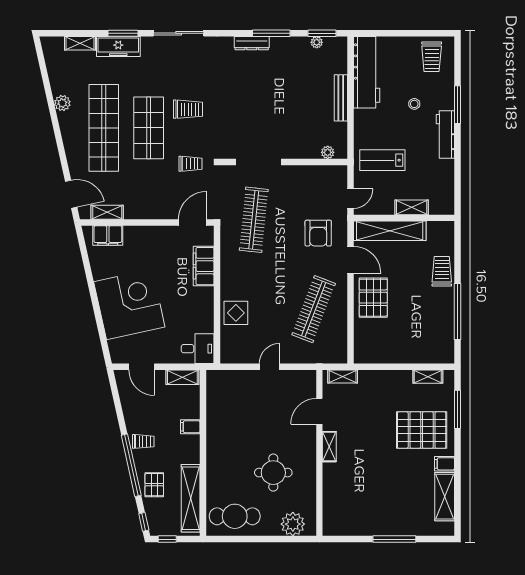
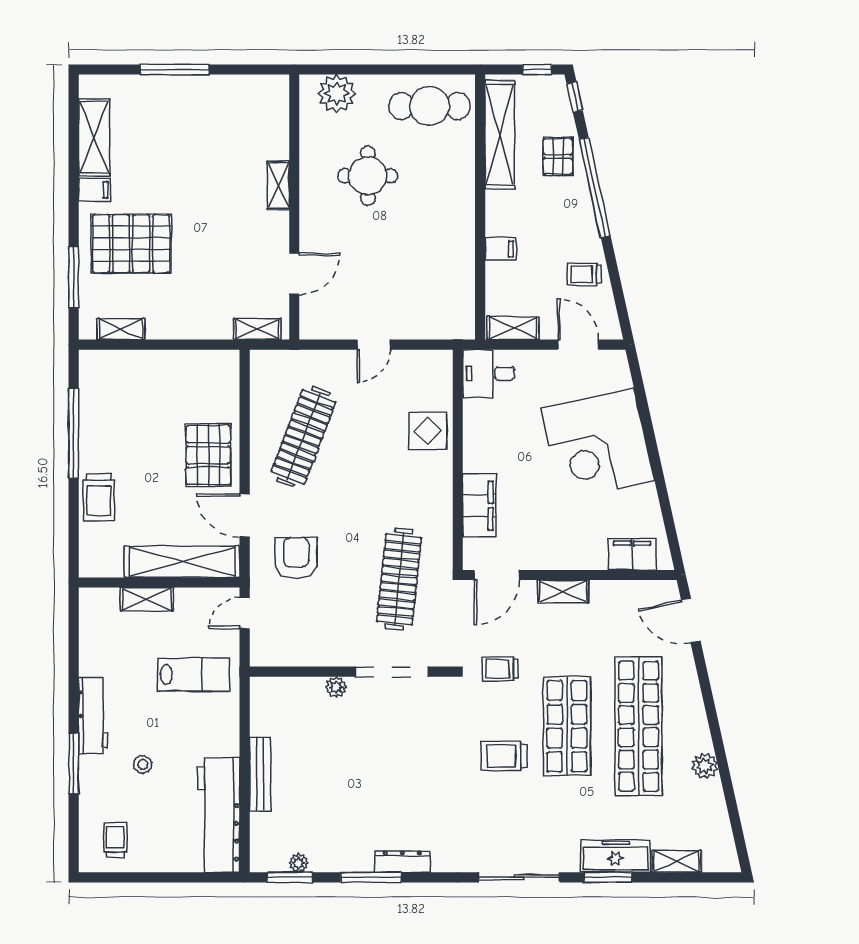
trolley: (432, 57) -> (115, 840), width x0.73, depth x0.72
plant: (328, 152) -> (336, 687), moved
shelving: (107, 212) -> (563, 591), moved
trolley: (143, 441) -> (584, 274), moved
shelving: (329, 447) -> (278, 185), moved

